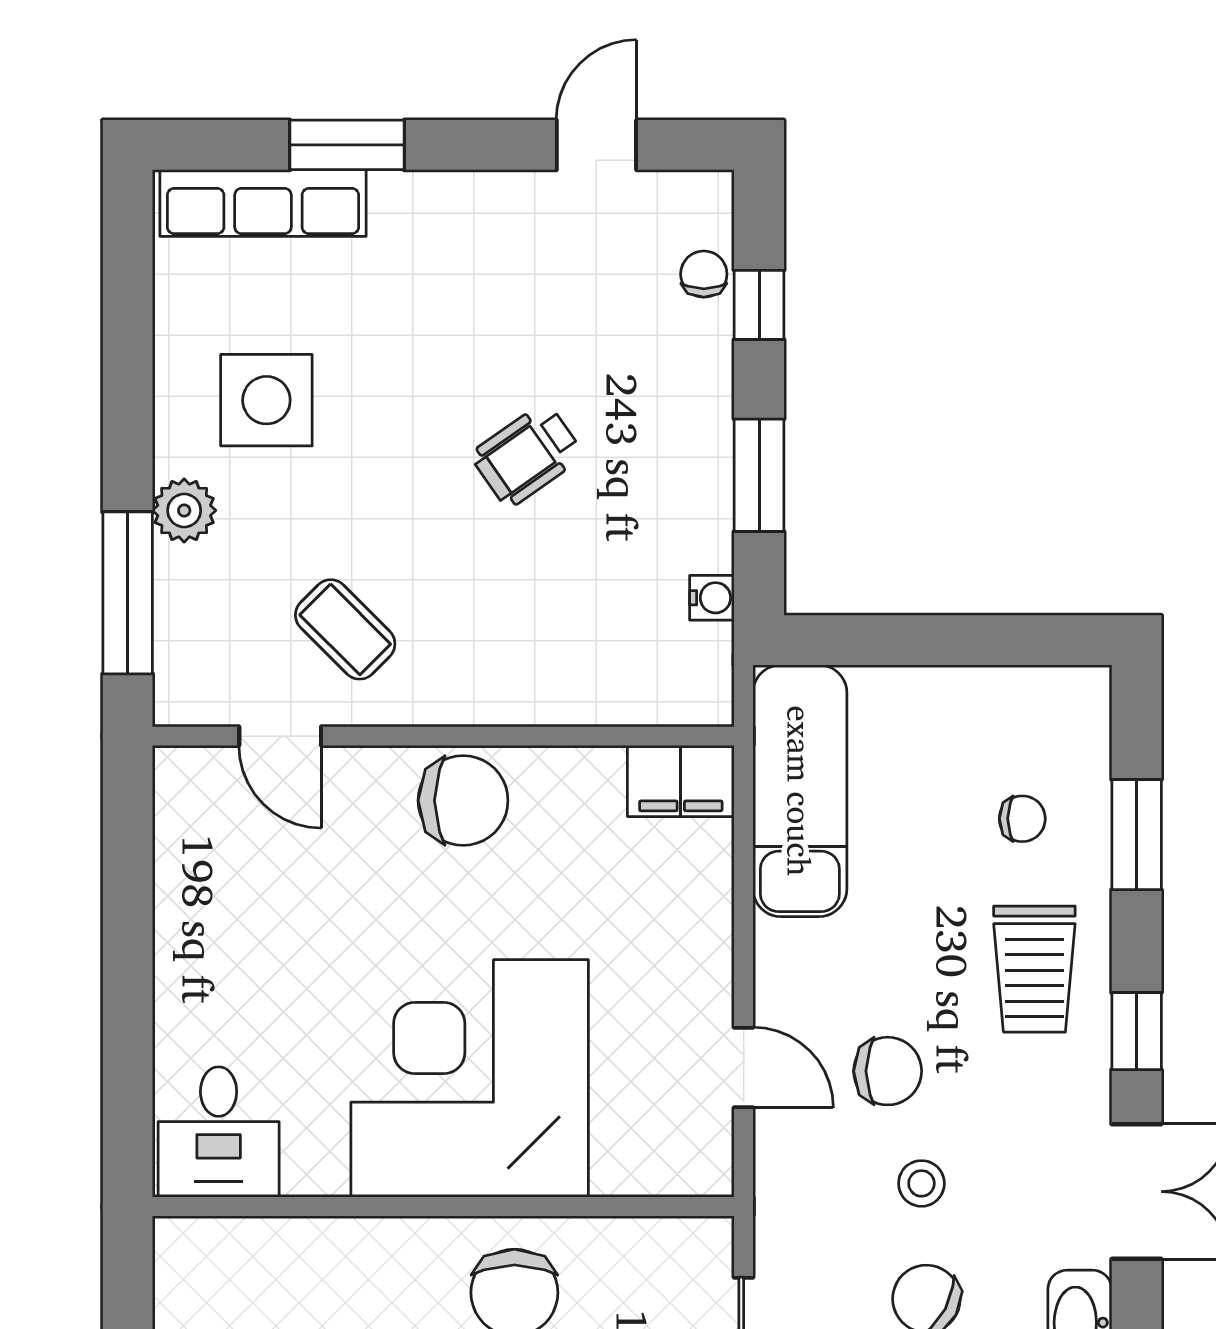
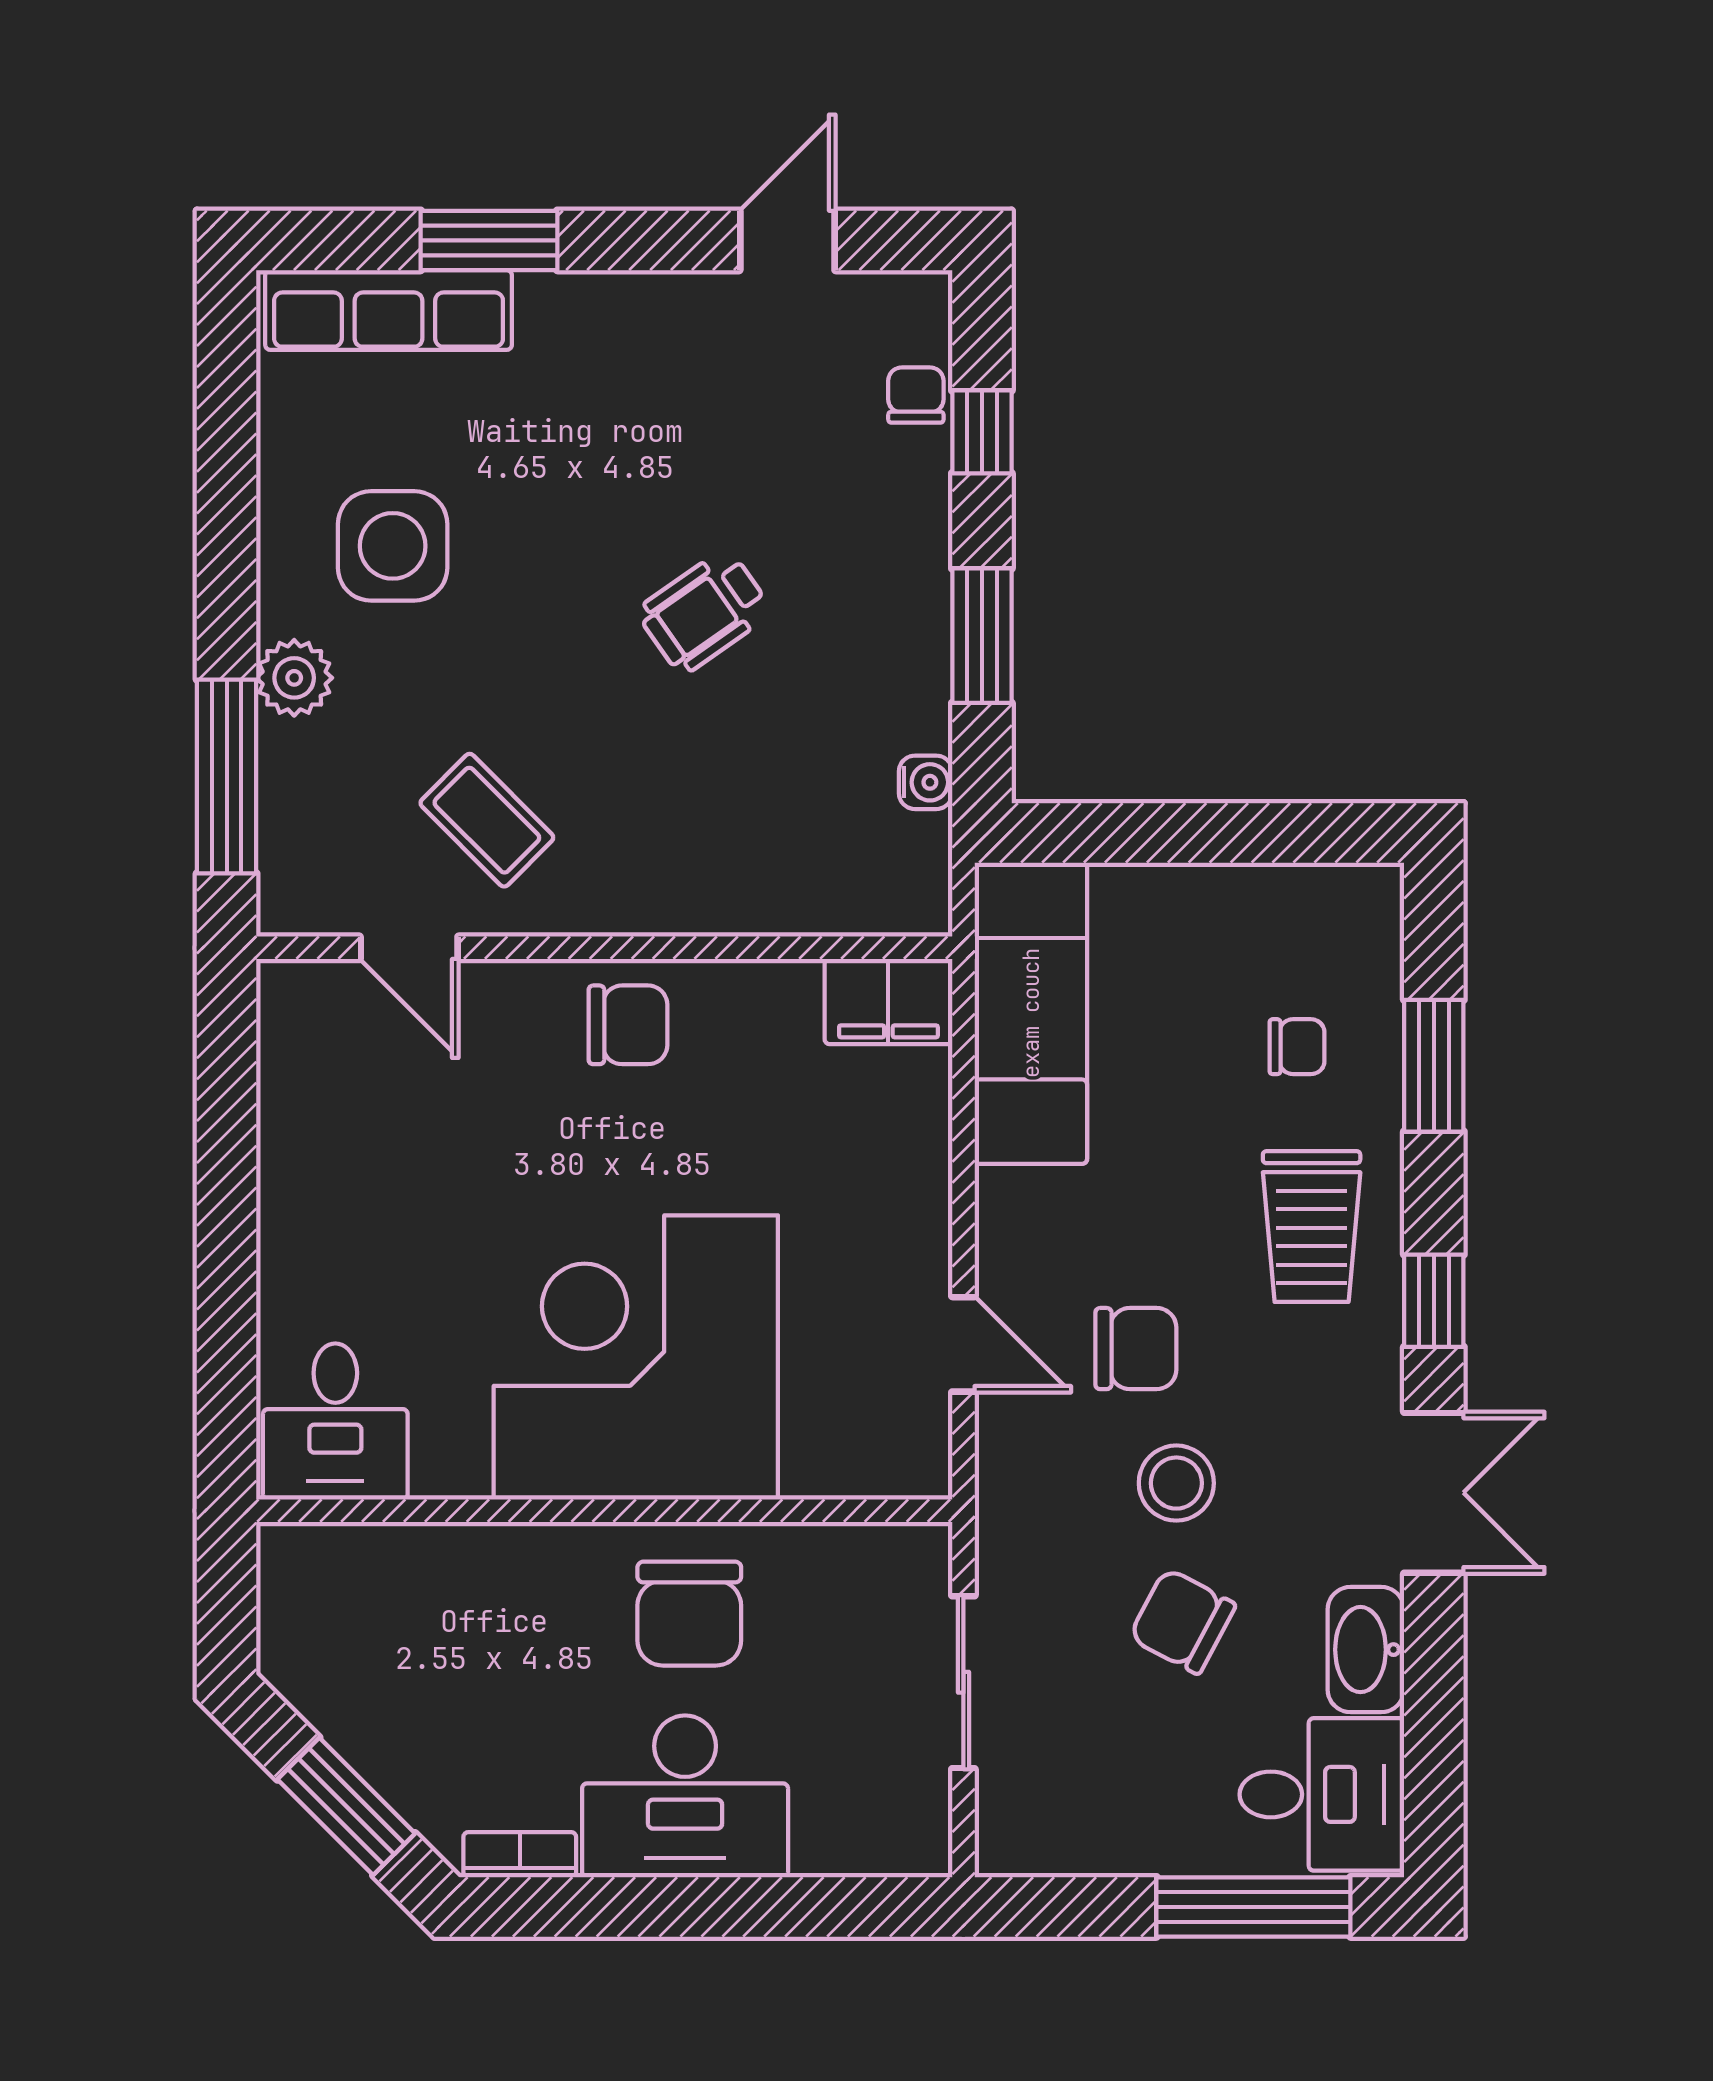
chair: (463, 800) -> (628, 1025), width x0.73, depth x0.73
stool: (921, 1183) -> (1176, 1483), width x1.37, depth x1.37

